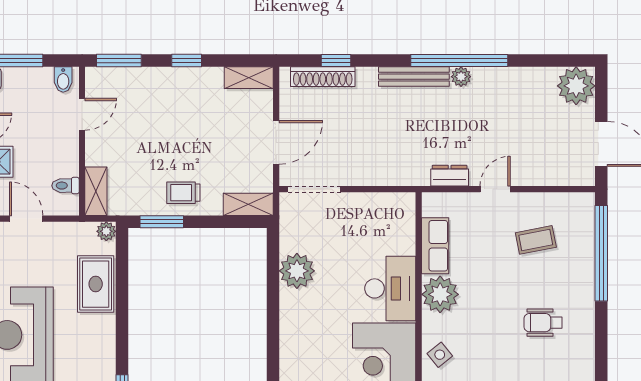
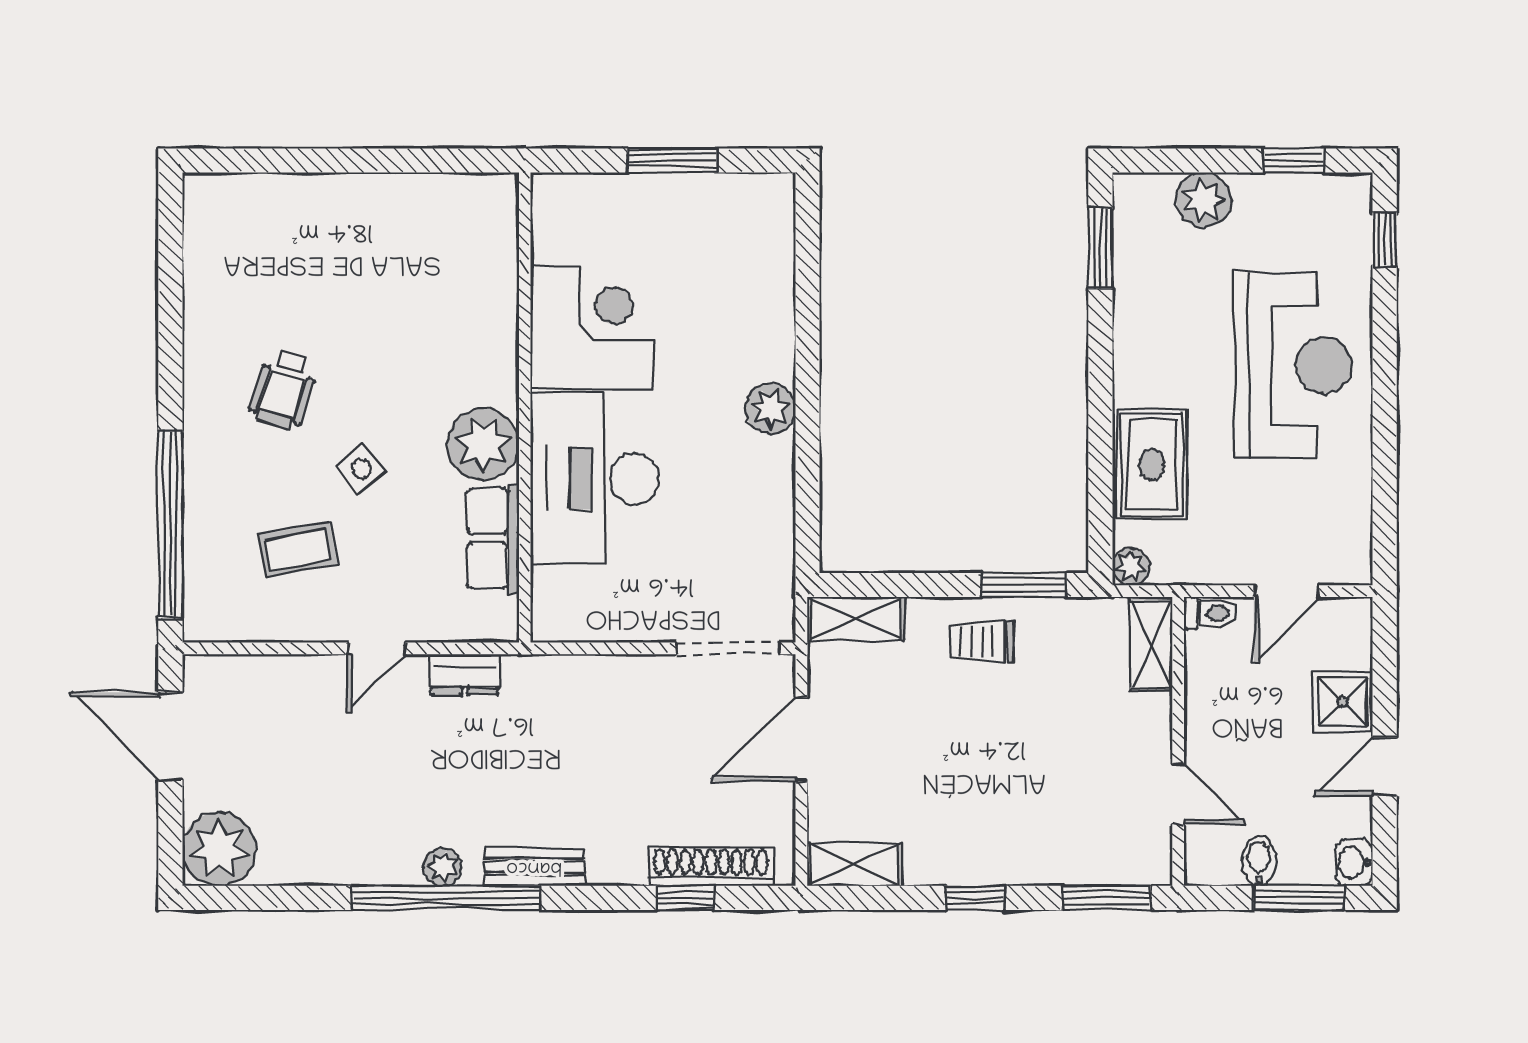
bench: (414, 77) -> (534, 867), width x0.73
bidet: (63, 80) -> (1259, 861), moved
door: (82, 114) -> (1178, 794), swing flipped
toilet: (66, 186) -> (1210, 613), moved
trolley: (183, 193) -> (981, 641), turned 180
door: (26, 219) -> (1287, 591), hinge flipped
plant: (297, 271) -> (770, 409), moved, width x0.73, depth x0.73
desk: (390, 288) -> (595, 479), width x1.36, depth x1.30
wheelchair: (543, 323) -> (283, 389), turned 107
side table: (440, 355) -> (361, 469), moved

